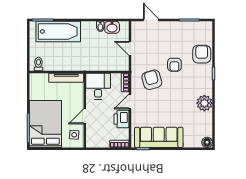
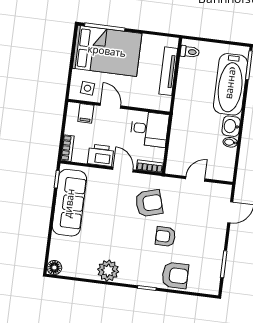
washbasin: (112, 27) -> (231, 126), moved
tv unit: (66, 78) -> (168, 71), moved
filing cabinet: (93, 134) -> (86, 113), added

